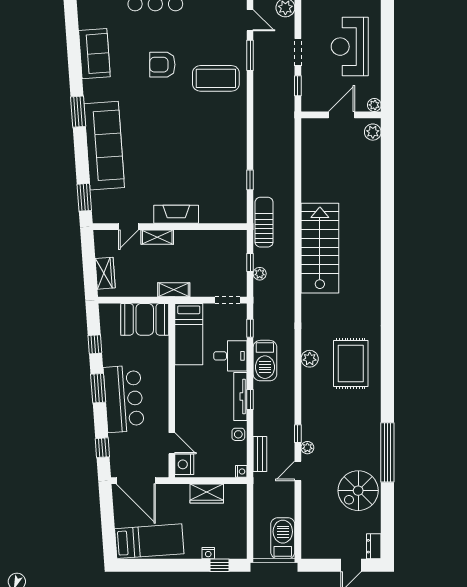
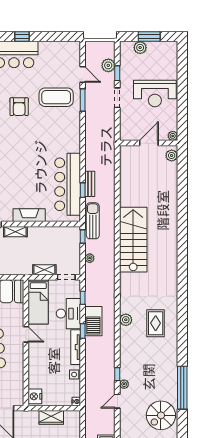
reception desk: (350, 47) -> (155, 94), turned -90
armchair: (162, 65) -> (19, 107), turned -90
coffee table: (216, 78) -> (56, 97), moved
window: (298, 86) -> (117, 73), moved
bar counter: (229, 172) -> (68, 184), added
window: (250, 262) -> (83, 236), moved
shelving: (174, 290) -> (44, 270), moved
desk: (230, 356) -> (68, 314), width x1.37
rug: (351, 363) -> (156, 323), width x0.73, depth x0.70
window: (250, 399) -> (83, 331), moved
door: (172, 443) -> (26, 334), moved
bench: (260, 454) -> (90, 184), moved

